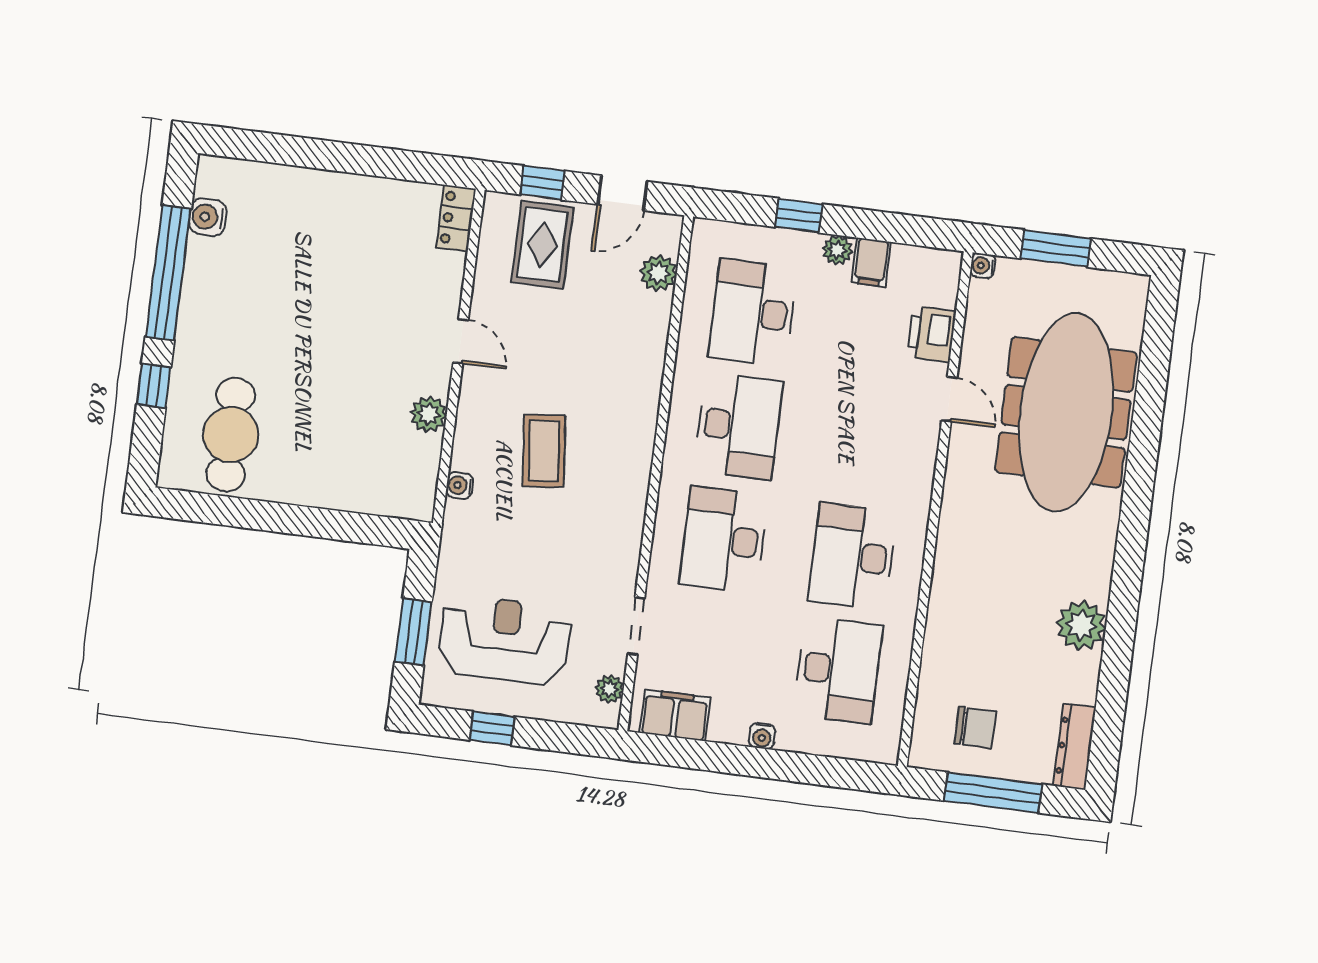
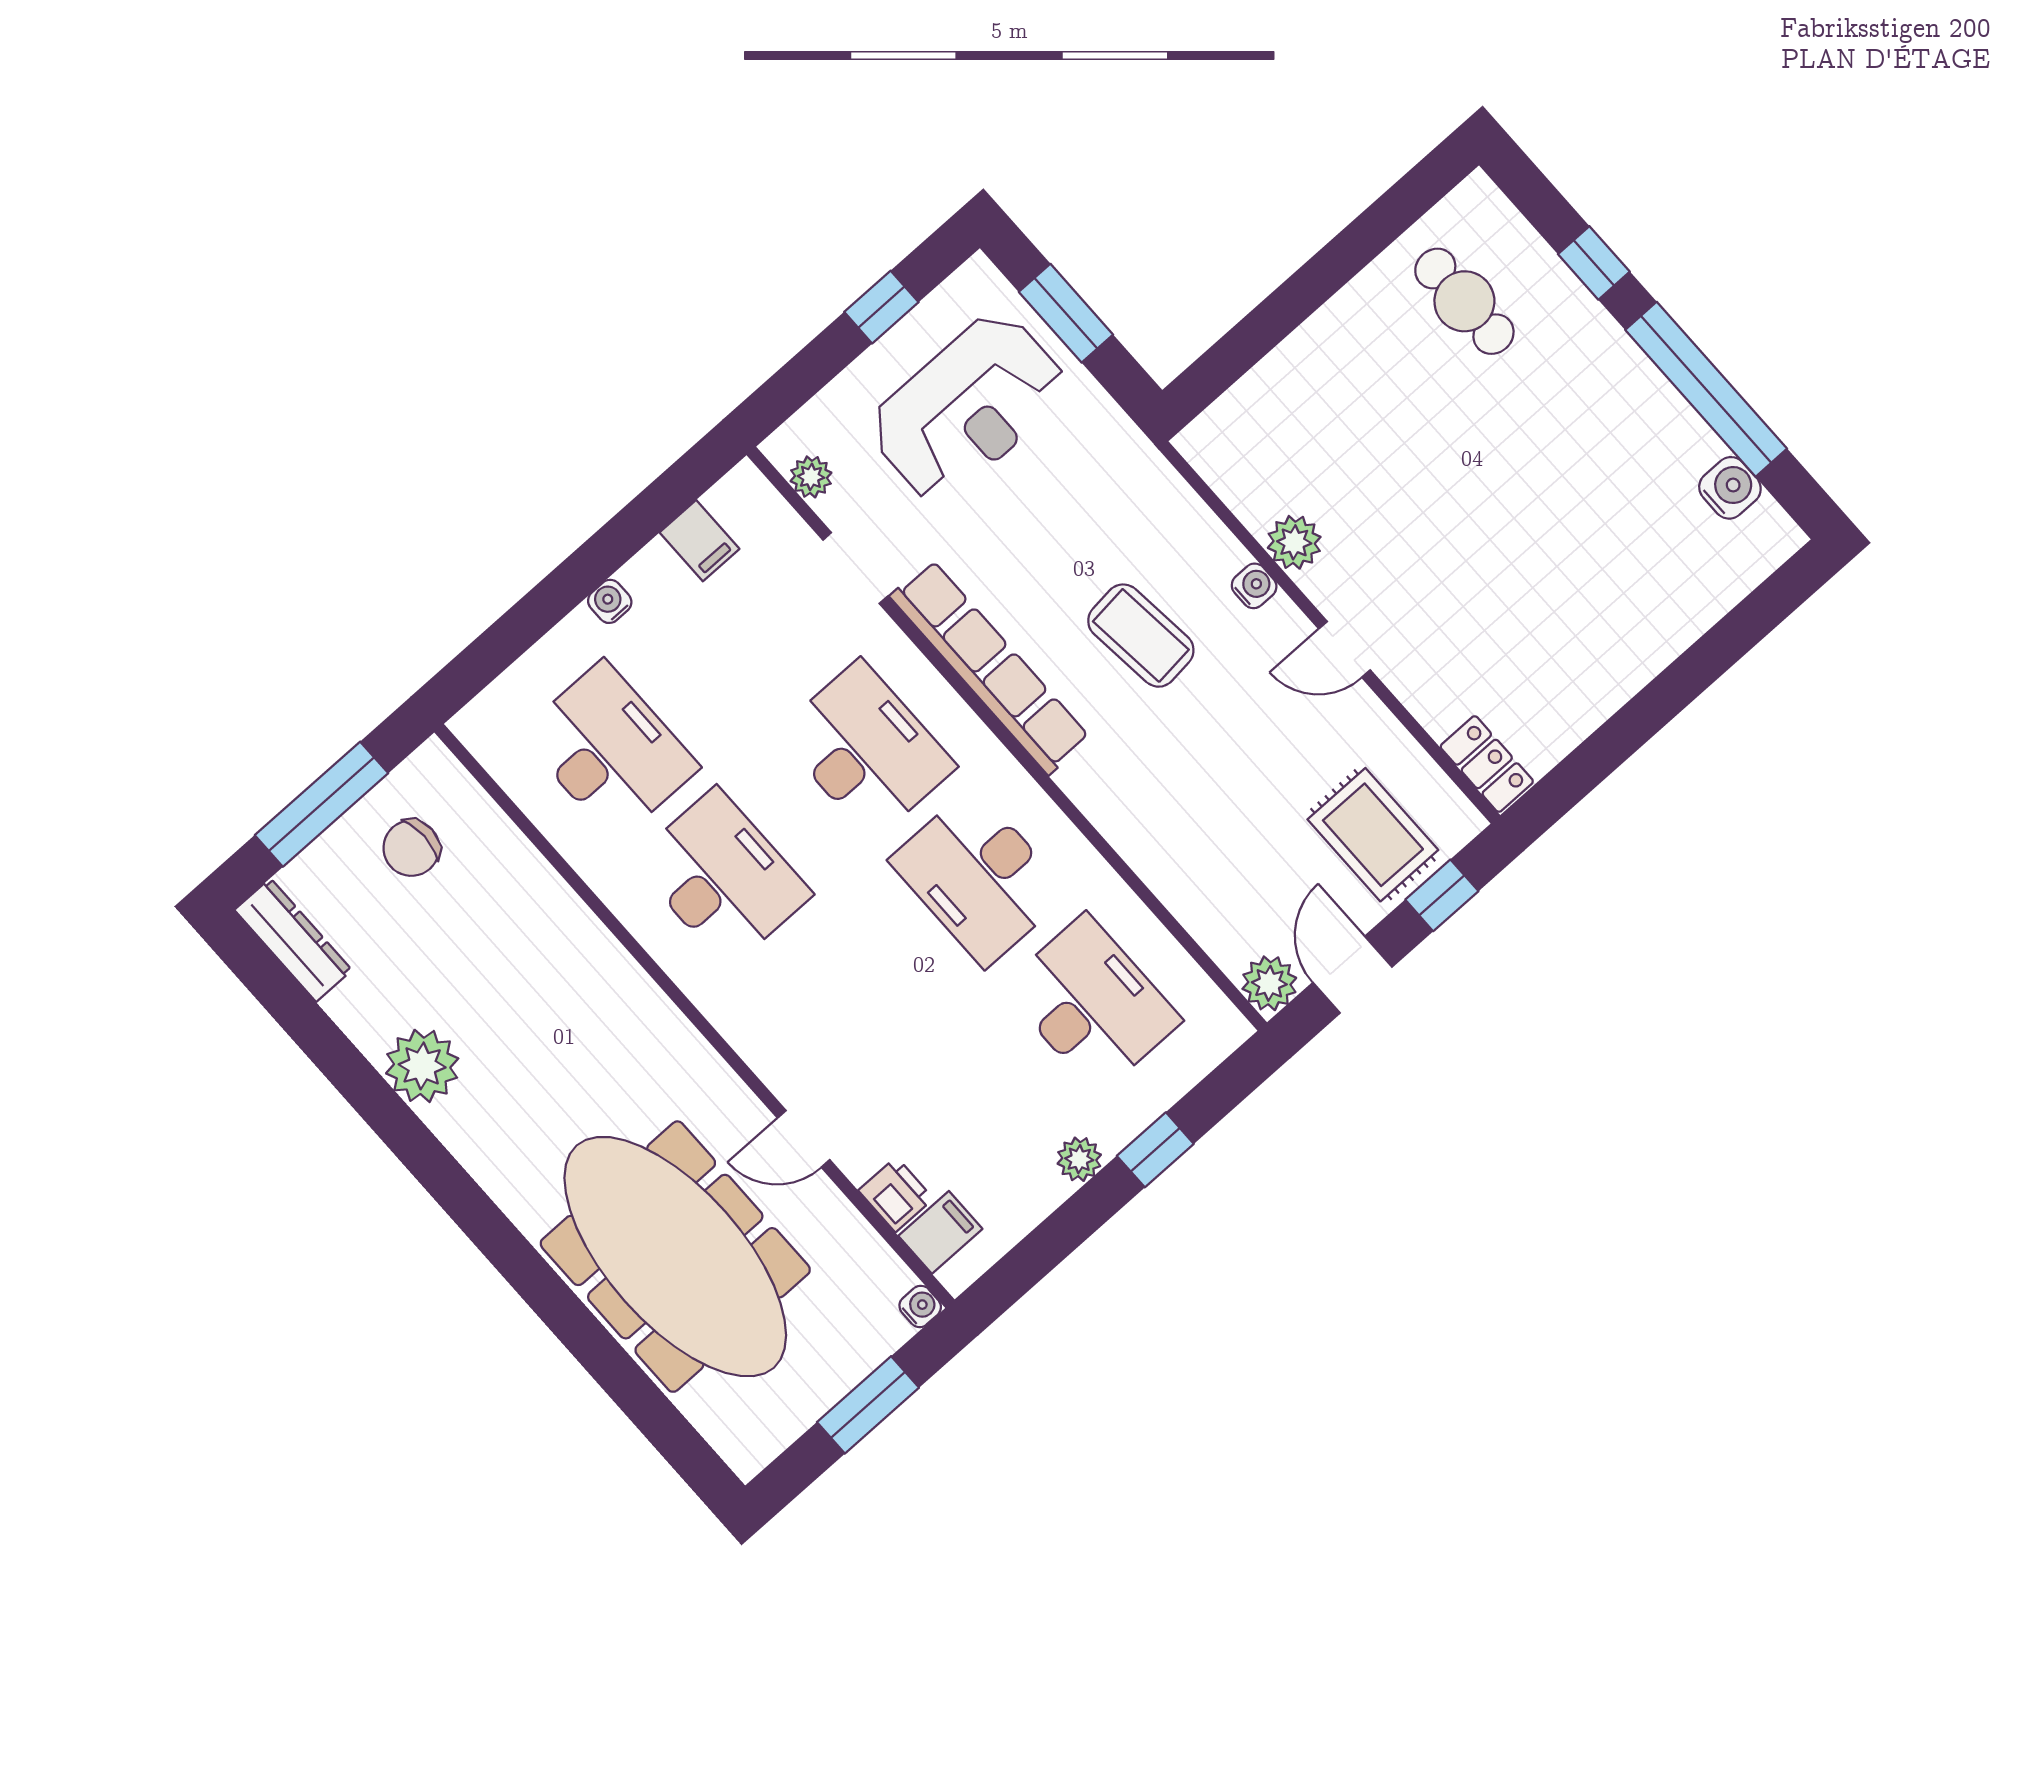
filing cabinet: (871, 262) -> (940, 1232), moved, turned 90
plant: (658, 273) -> (1269, 983), moved
printer: (932, 334) -> (896, 1195), width x0.73, depth x0.81
cafe table: (231, 435) -> (1464, 301), width x0.73, depth x0.74
water cooler: (460, 485) -> (1254, 586), moved
row of seats: (627, 514) -> (990, 667), added
desk: (838, 670) -> (609, 751), turned 180
filing cabinet: (675, 715) -> (699, 541), width x0.50

